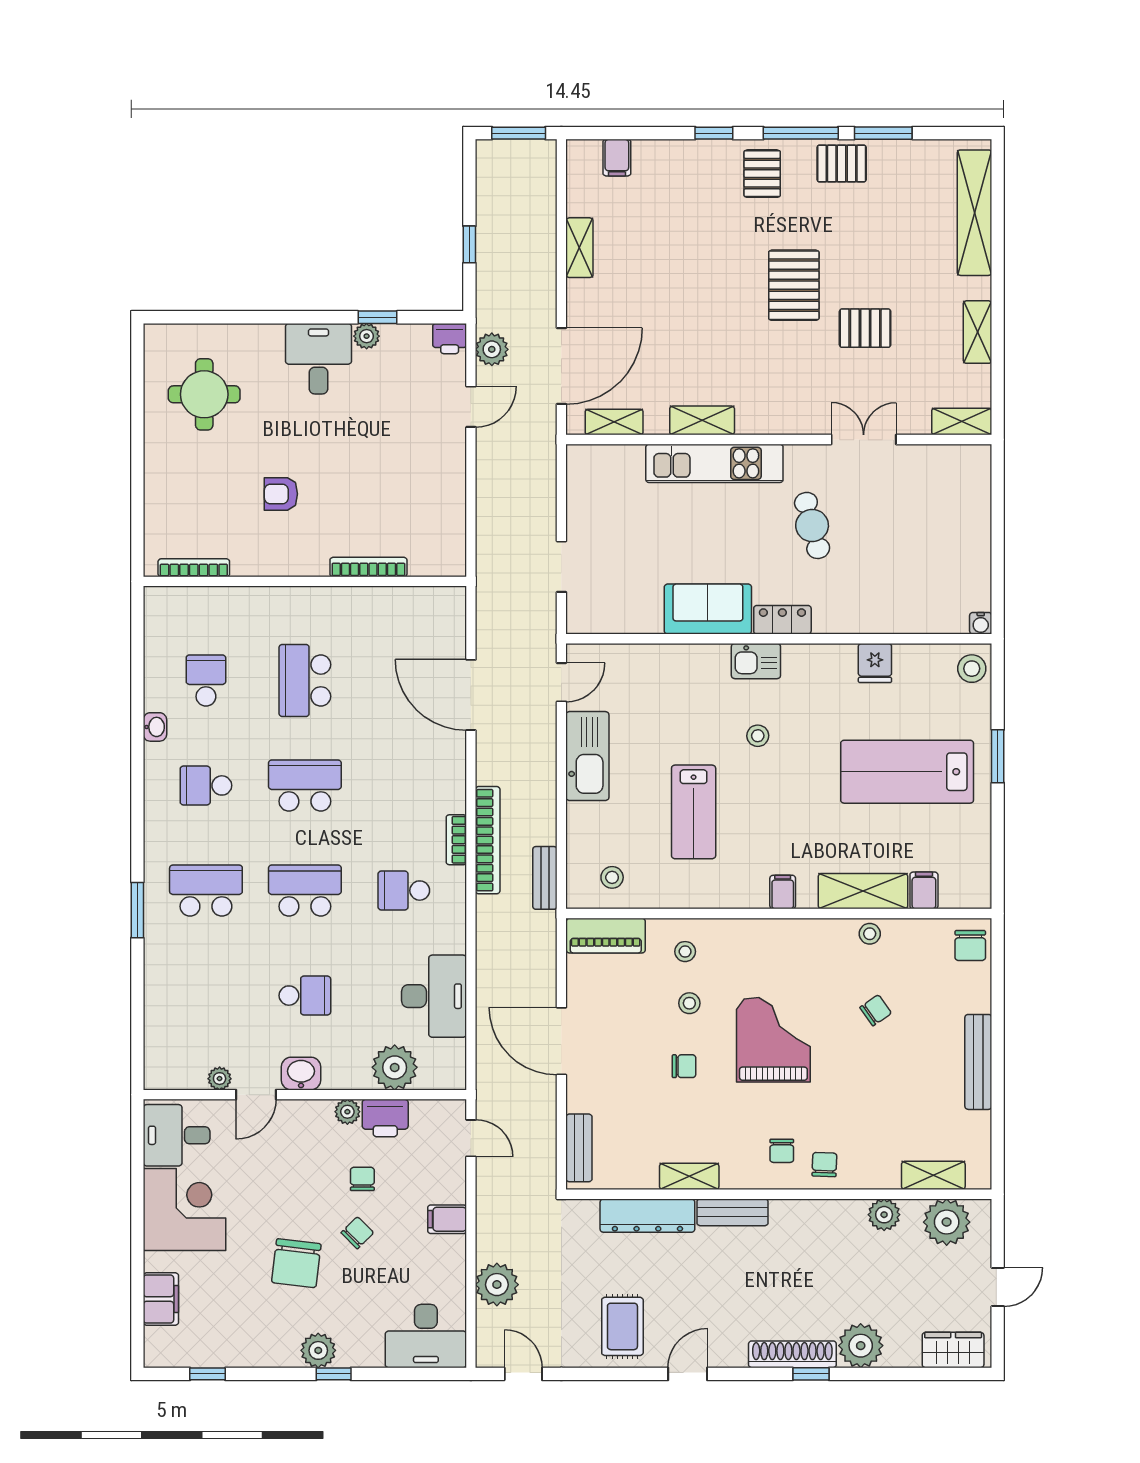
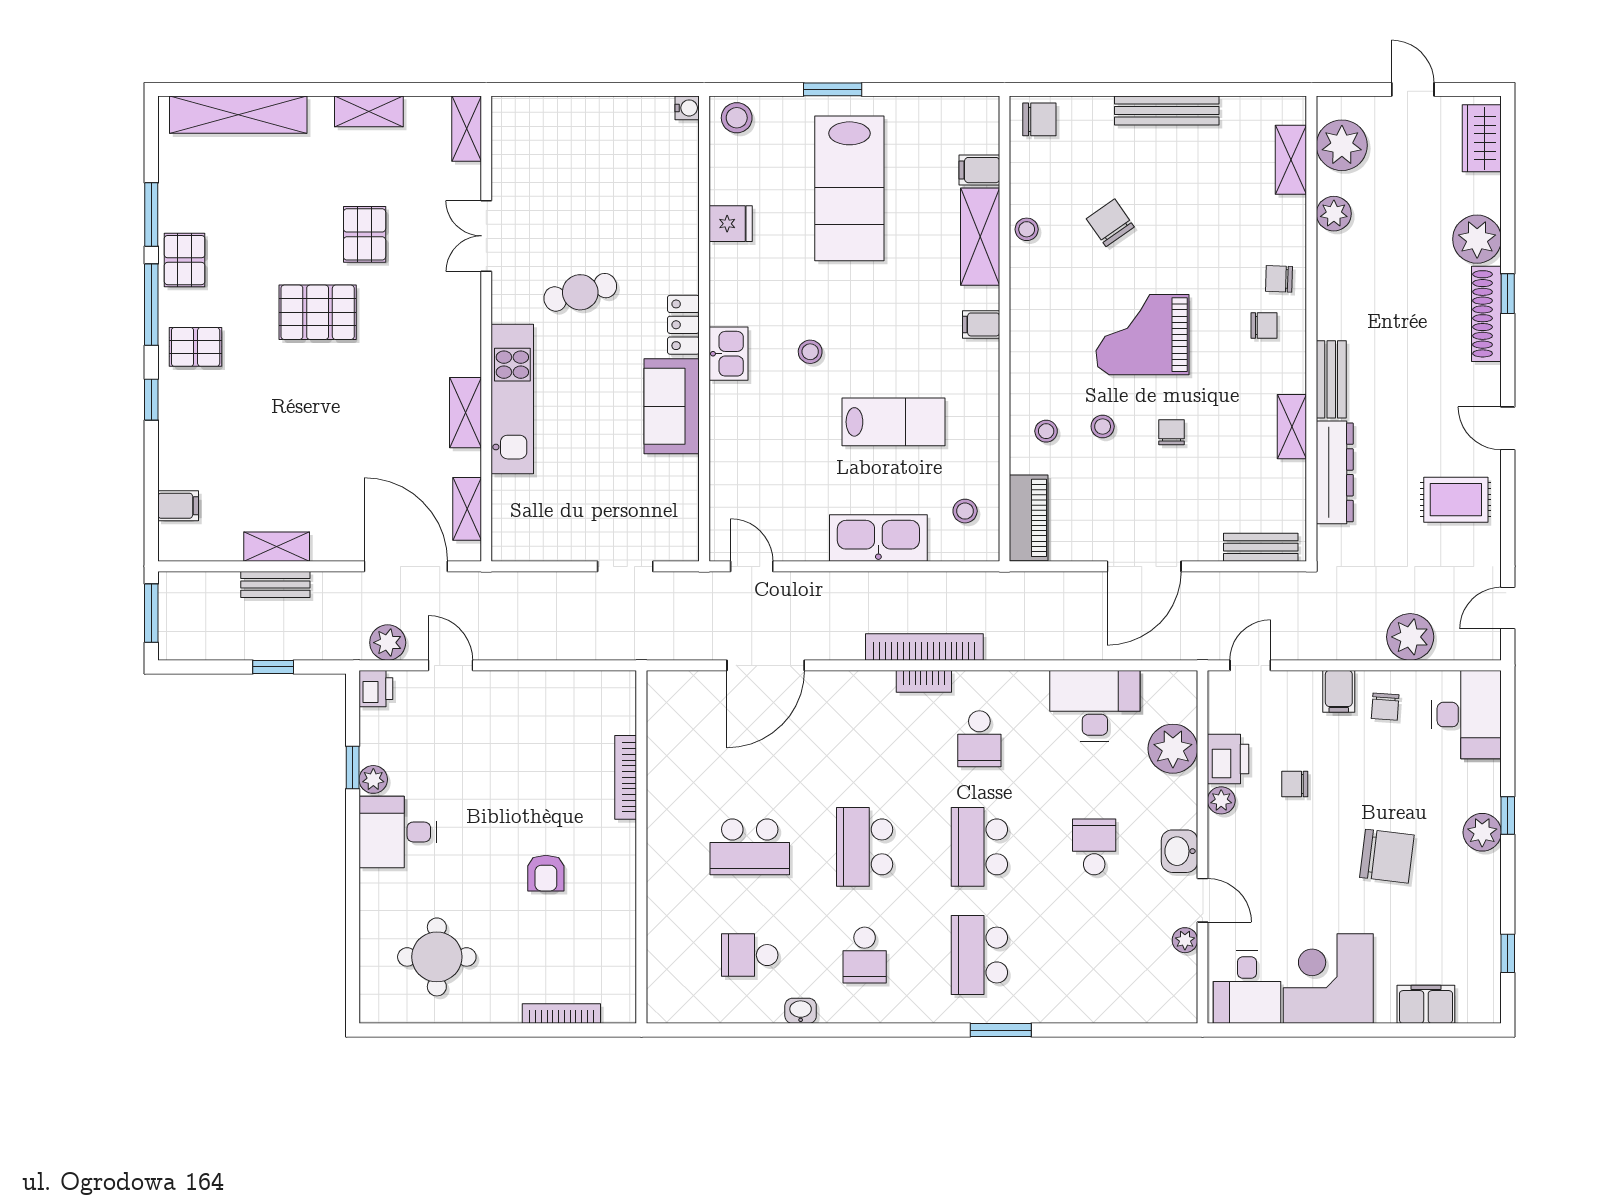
bookcase: (194, 568) -> (561, 1013), moved, turned 90
kitchen sink: (587, 756) -> (878, 538), moved
bench: (545, 878) -> (275, 584), moved
chair: (876, 1010) -> (1110, 223), width x1.37, depth x1.37
chair: (357, 1233) -> (1385, 707), moved, turned -131

